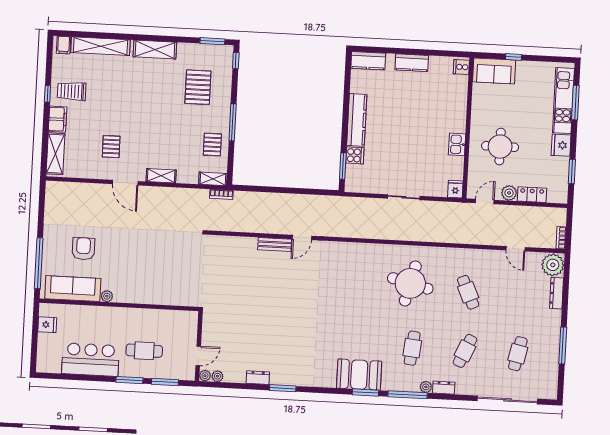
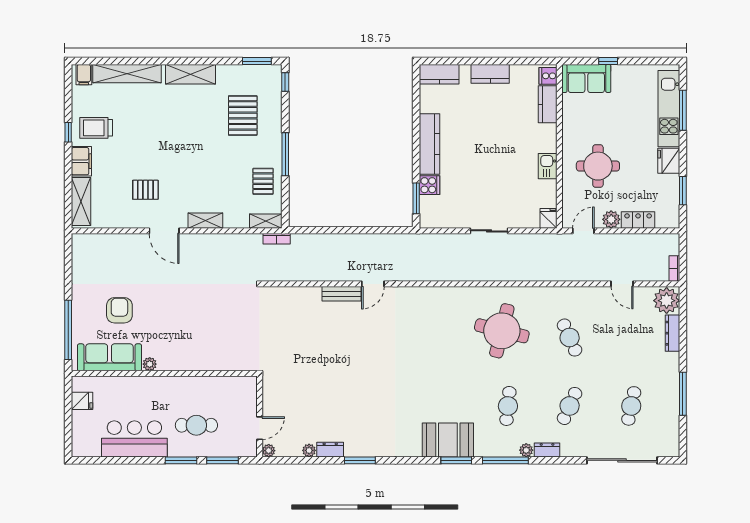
kitchen counter: (460, 91) -> (548, 104), added
pallet: (111, 147) -> (145, 190), turned 90
plant: (217, 376) -> (309, 450), moved

